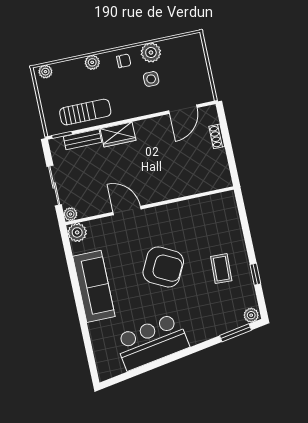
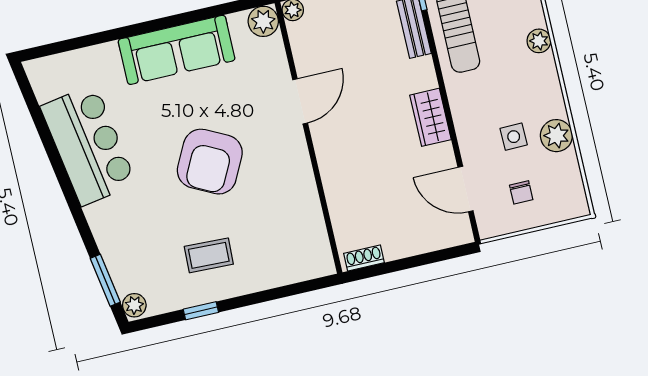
chair: (124, 61) -> (521, 192), moved
wardrobe: (118, 134) -> (431, 117), moved
shoe rack: (217, 136) -> (364, 258), moved

